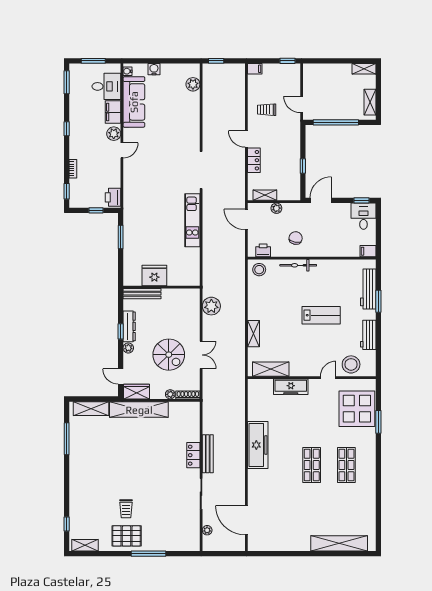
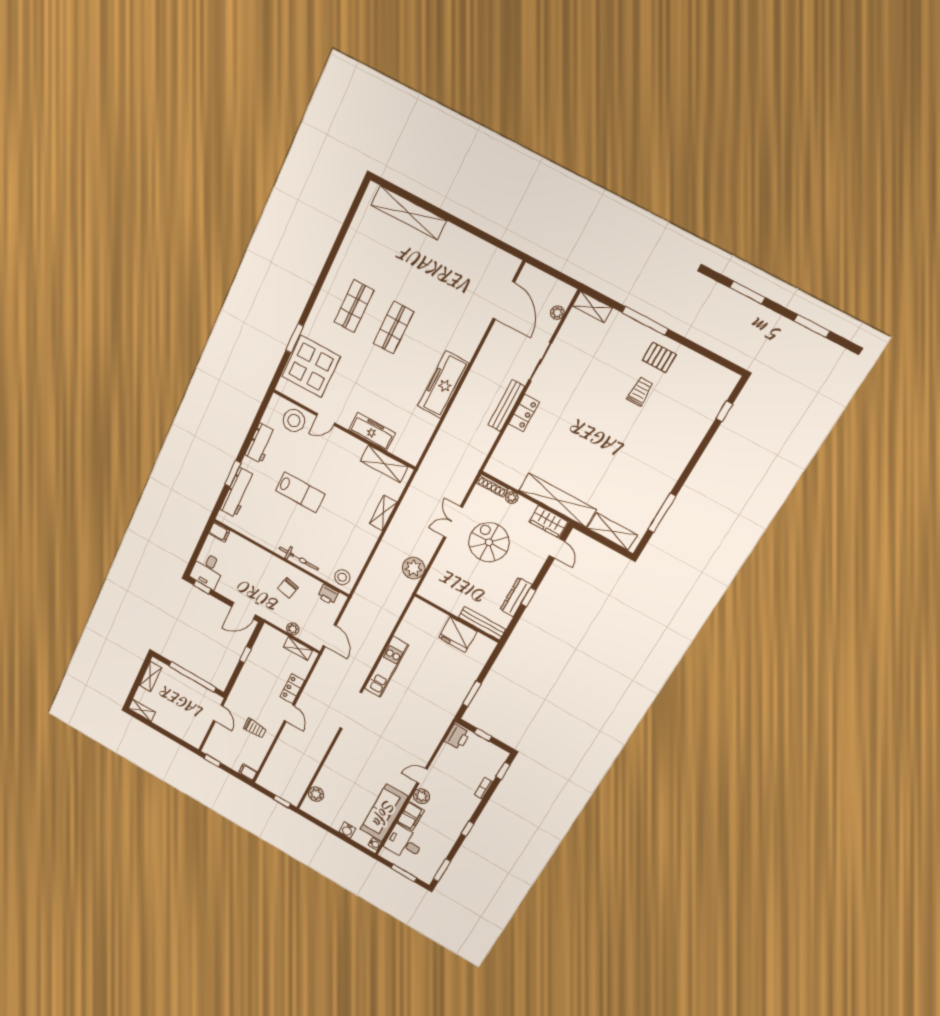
lab bench: (321, 315) -> (300, 492), turned 180
plant: (128, 348) -> (530, 575), removed
pallet: (127, 536) -> (659, 357), width x0.67, depth x0.71
shelving: (85, 545) -> (592, 307), moved

